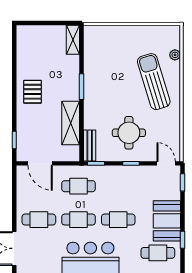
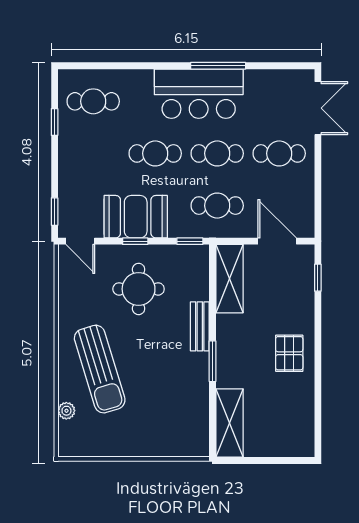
shelving: (73, 40) -> (229, 423), width x1.50, depth x1.33
shelving: (71, 123) -> (229, 279), moved
bench: (90, 146) -> (200, 326), moved
booth: (167, 221) -> (136, 217), moved, turned 90

